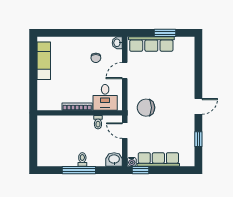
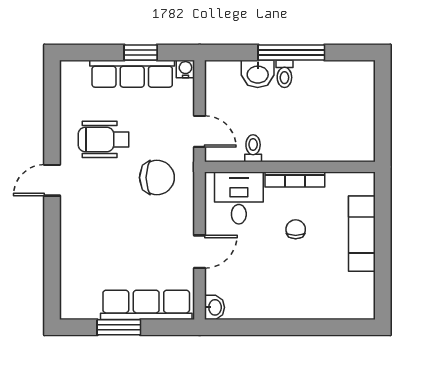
chair: (96, 58) -> (296, 229), moved
exam couch: (44, 61) -> (362, 234), moved
wheelchair: (173, 127) -> (104, 139), added
window: (198, 139) -> (52, 115), removed
washbasin: (114, 159) -> (258, 74), moved
window: (141, 170) -> (141, 52), moved

